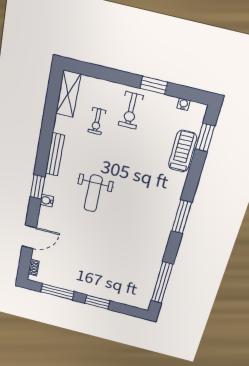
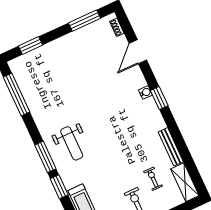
bench: (55, 155) -> (171, 147), moved
window: (192, 183) -> (59, 187), added
weight bench: (93, 193) -> (72, 143), moved, turned 180
window: (97, 302) -> (31, 45), moved

